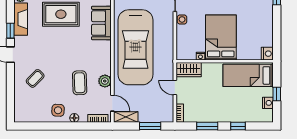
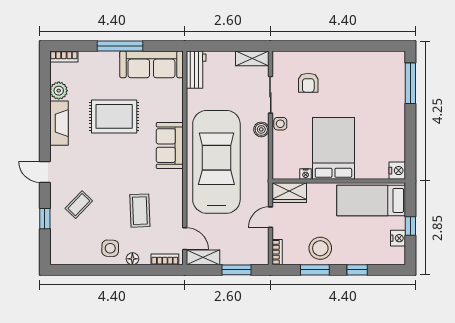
sofa: (101, 23) -> (170, 146), moved
boiler: (168, 24) -> (261, 129), added
window: (10, 31) -> (45, 219), moved
car: (135, 47) -> (216, 162), turned 180
plant: (105, 81) -> (174, 208), removed
door: (175, 88) -> (270, 217), hinge flipped
stool: (211, 110) -> (320, 248), added

